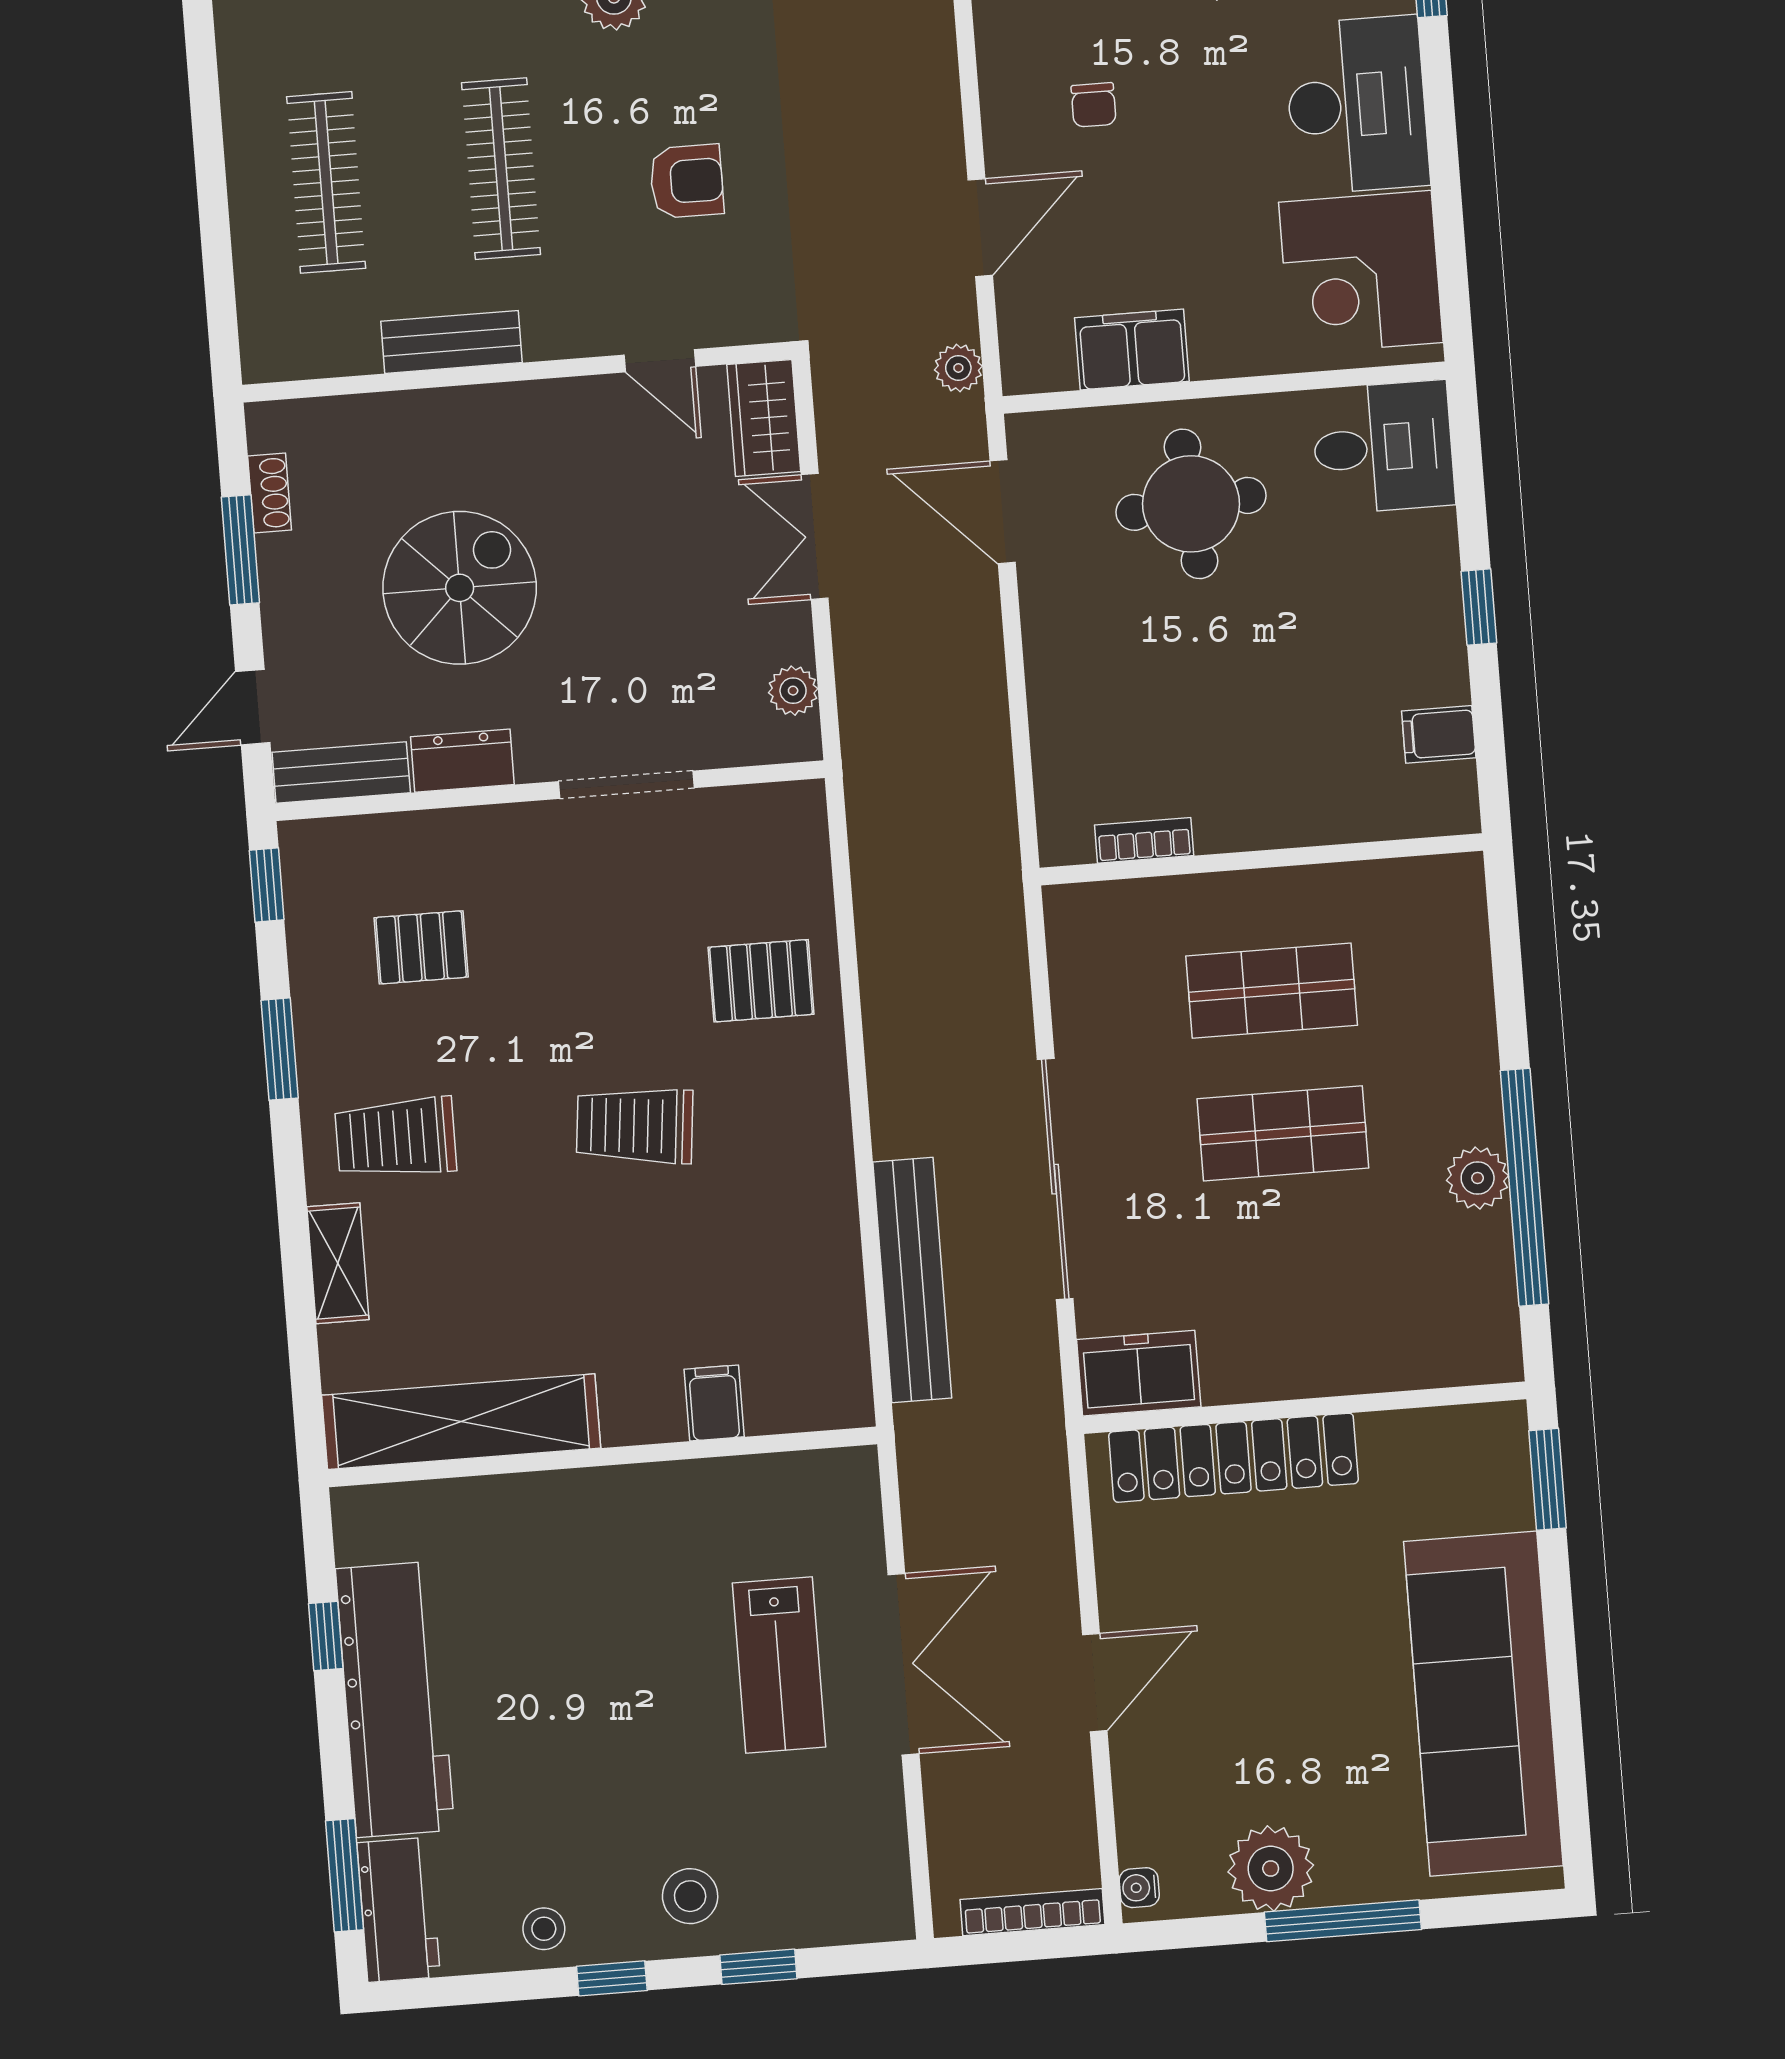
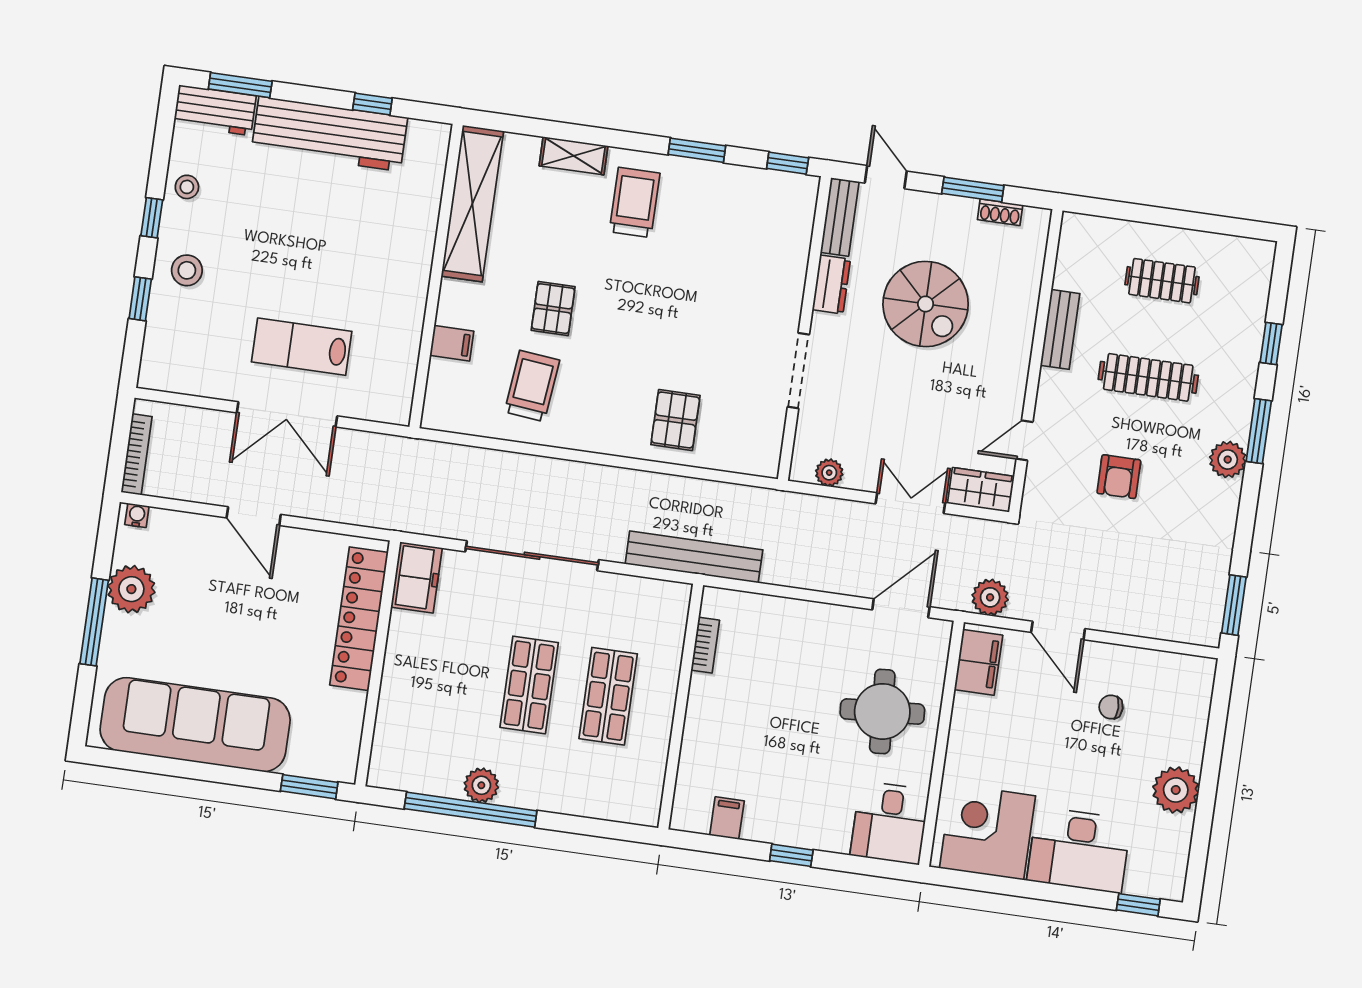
clothes rail: (326, 182) -> (1162, 281), width x0.73
filing cabinet: (1132, 349) -> (978, 662), moved
plant: (958, 368) -> (990, 597), width x1.38, depth x1.38
pallet: (421, 947) -> (553, 309), moved
trolley: (635, 1126) -> (532, 386), moved
bench: (912, 1280) -> (694, 557), moved

